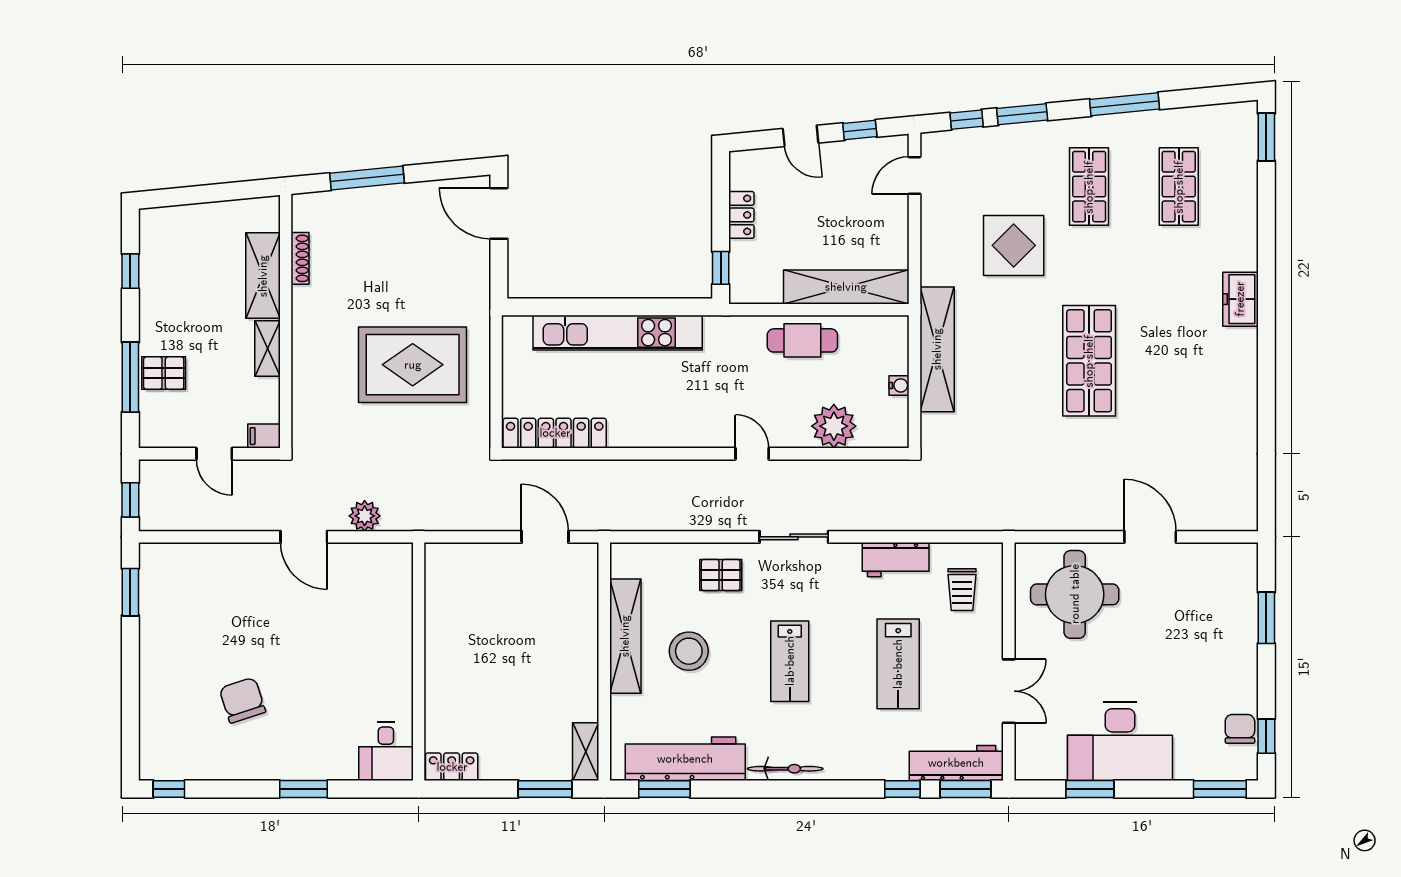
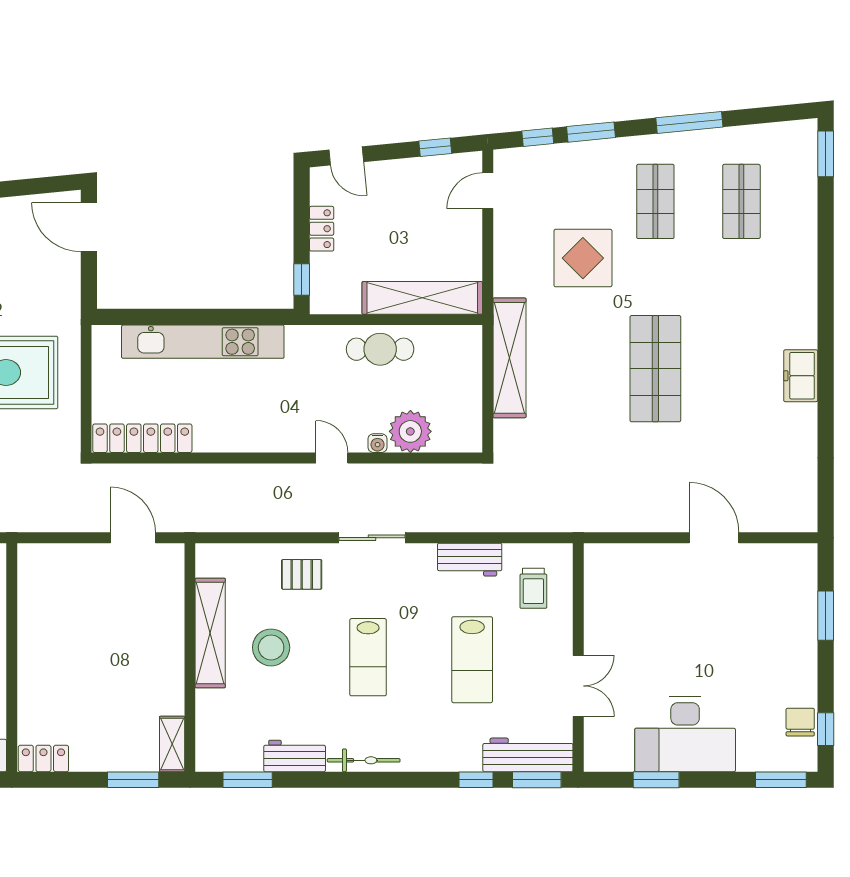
door: (801, 136) -> (346, 156), moved
freezer: (1240, 299) -> (801, 376), moved
water cooler: (899, 385) -> (378, 443), moved, turned 90
round table: (1075, 594) -> (642, 593), removed
workbench: (685, 759) -> (295, 756), width x0.53, depth x0.76

